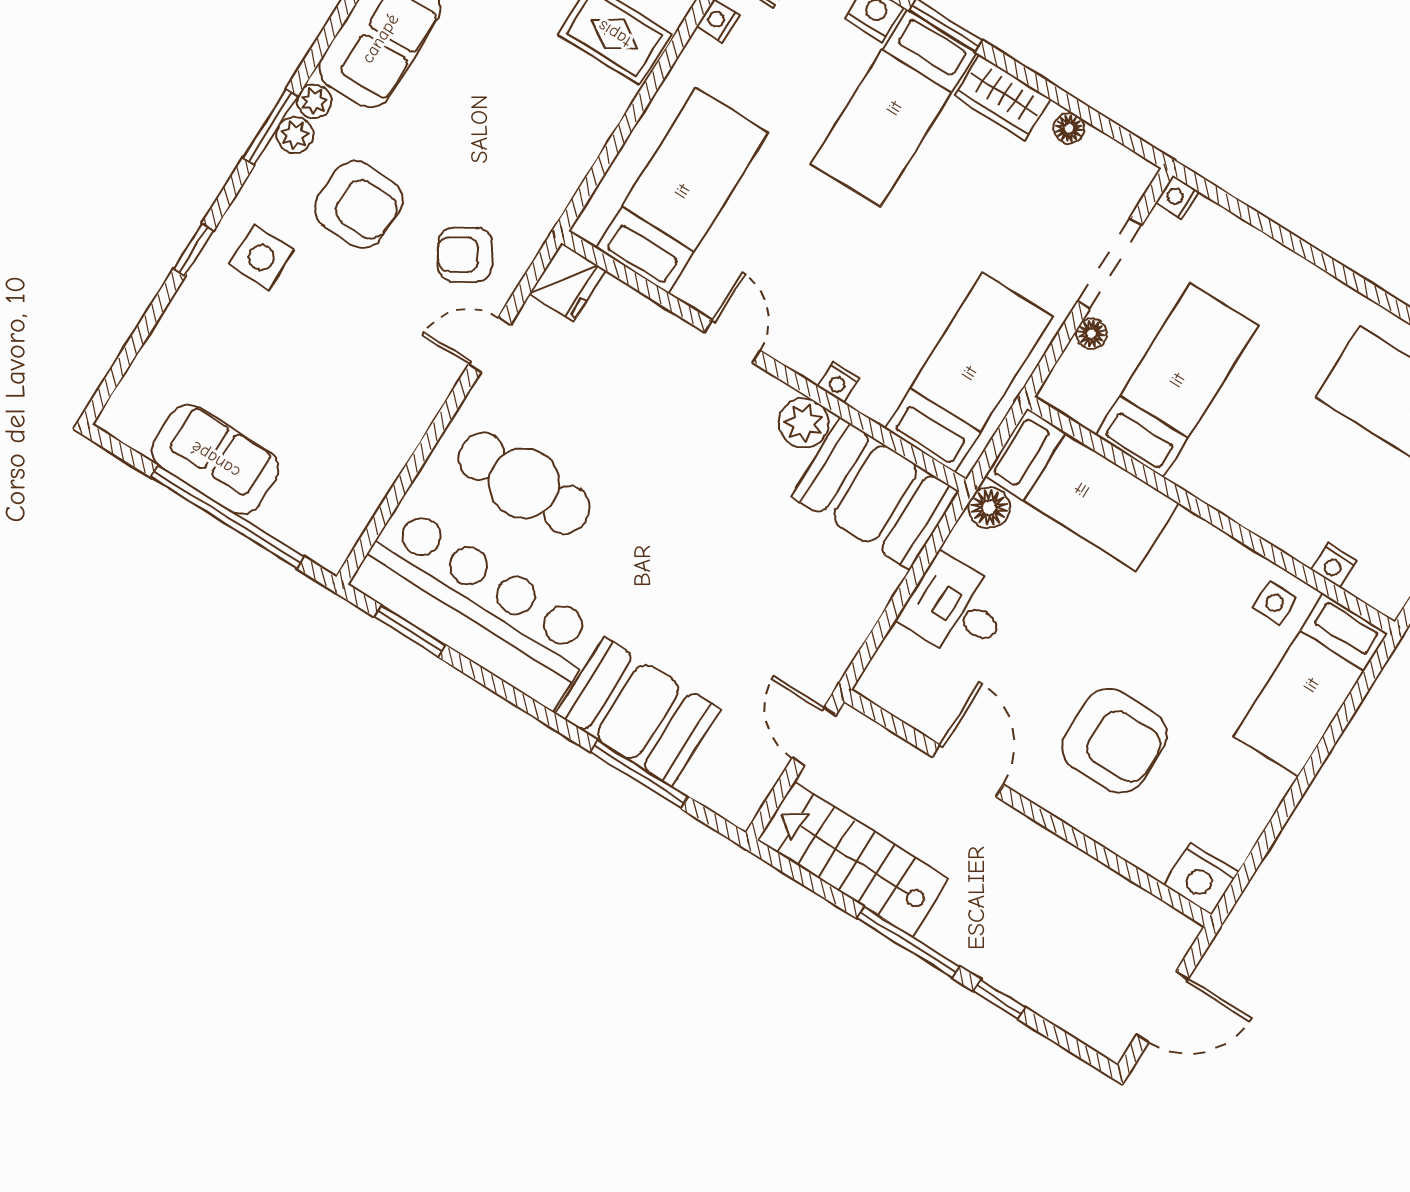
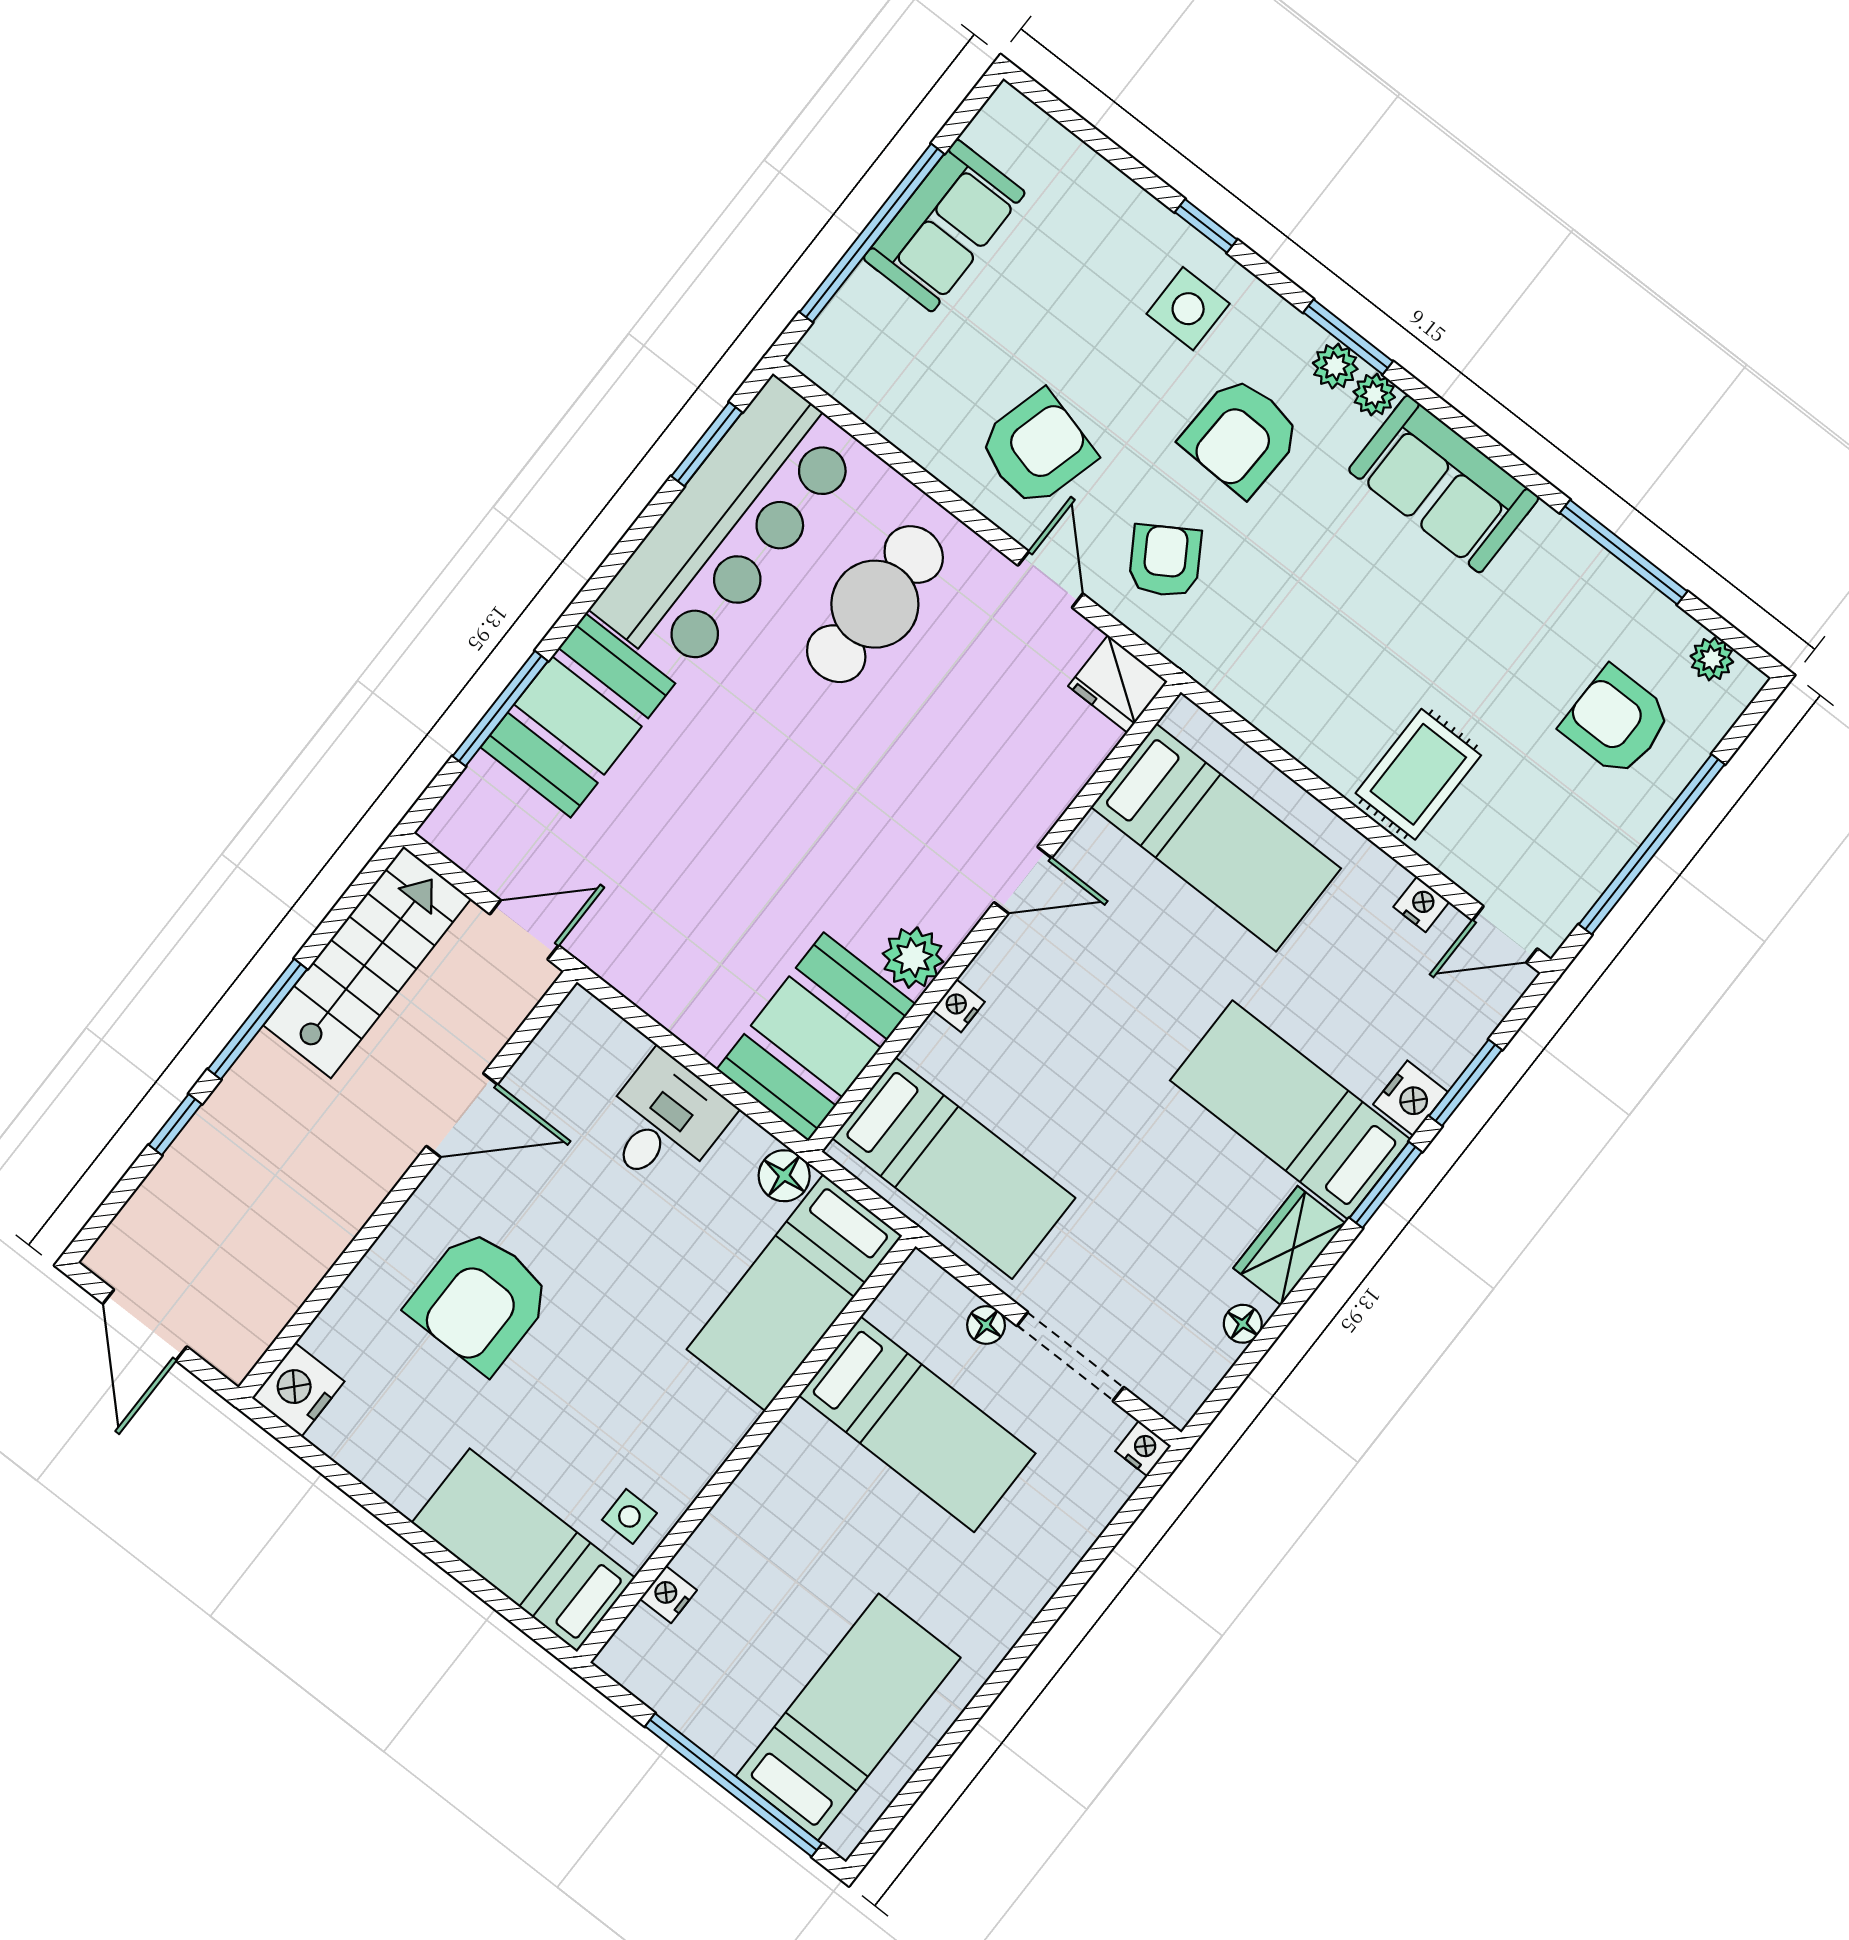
armchair: (386, 367) -> (1037, 449), added

